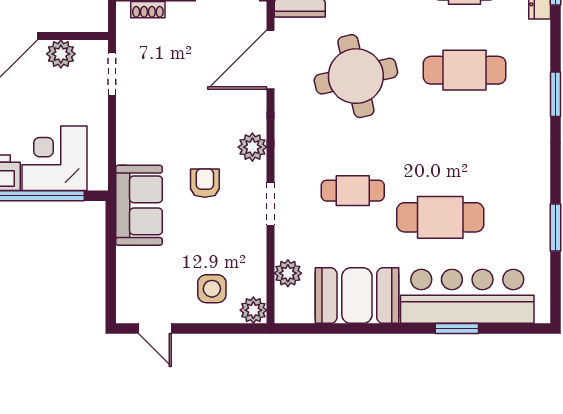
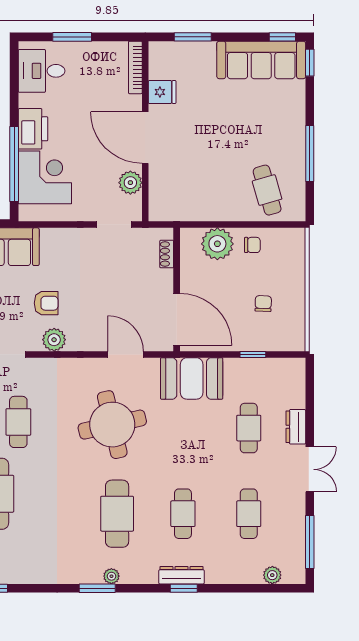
door: (270, 60) -> (126, 355), width x0.73
plant: (541, 77) -> (111, 576), added
armchair: (205, 183) -> (46, 303), moved

